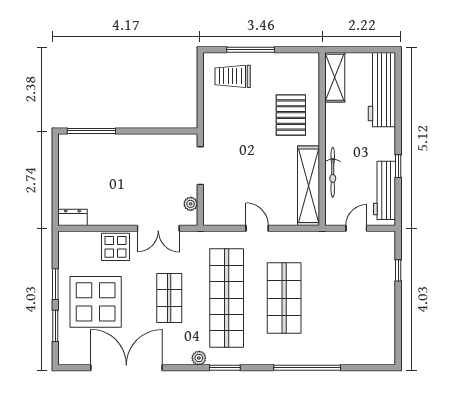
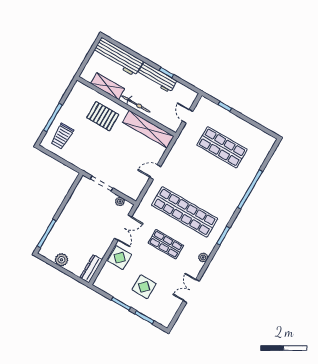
shelving: (335, 77) -> (108, 86), moved
plant: (68, 171) -> (61, 260), added
bicycle: (333, 172) -> (136, 104), moved
workbench: (385, 190) -> (157, 77), moved
dresser: (72, 217) -> (91, 269), width x1.44
shop shelf: (284, 298) -> (222, 147), moved
display table: (96, 302) -> (144, 287), width x0.54, depth x0.54
plant: (199, 358) -> (203, 257), moved
double door: (126, 368) -> (191, 291), width x0.54

